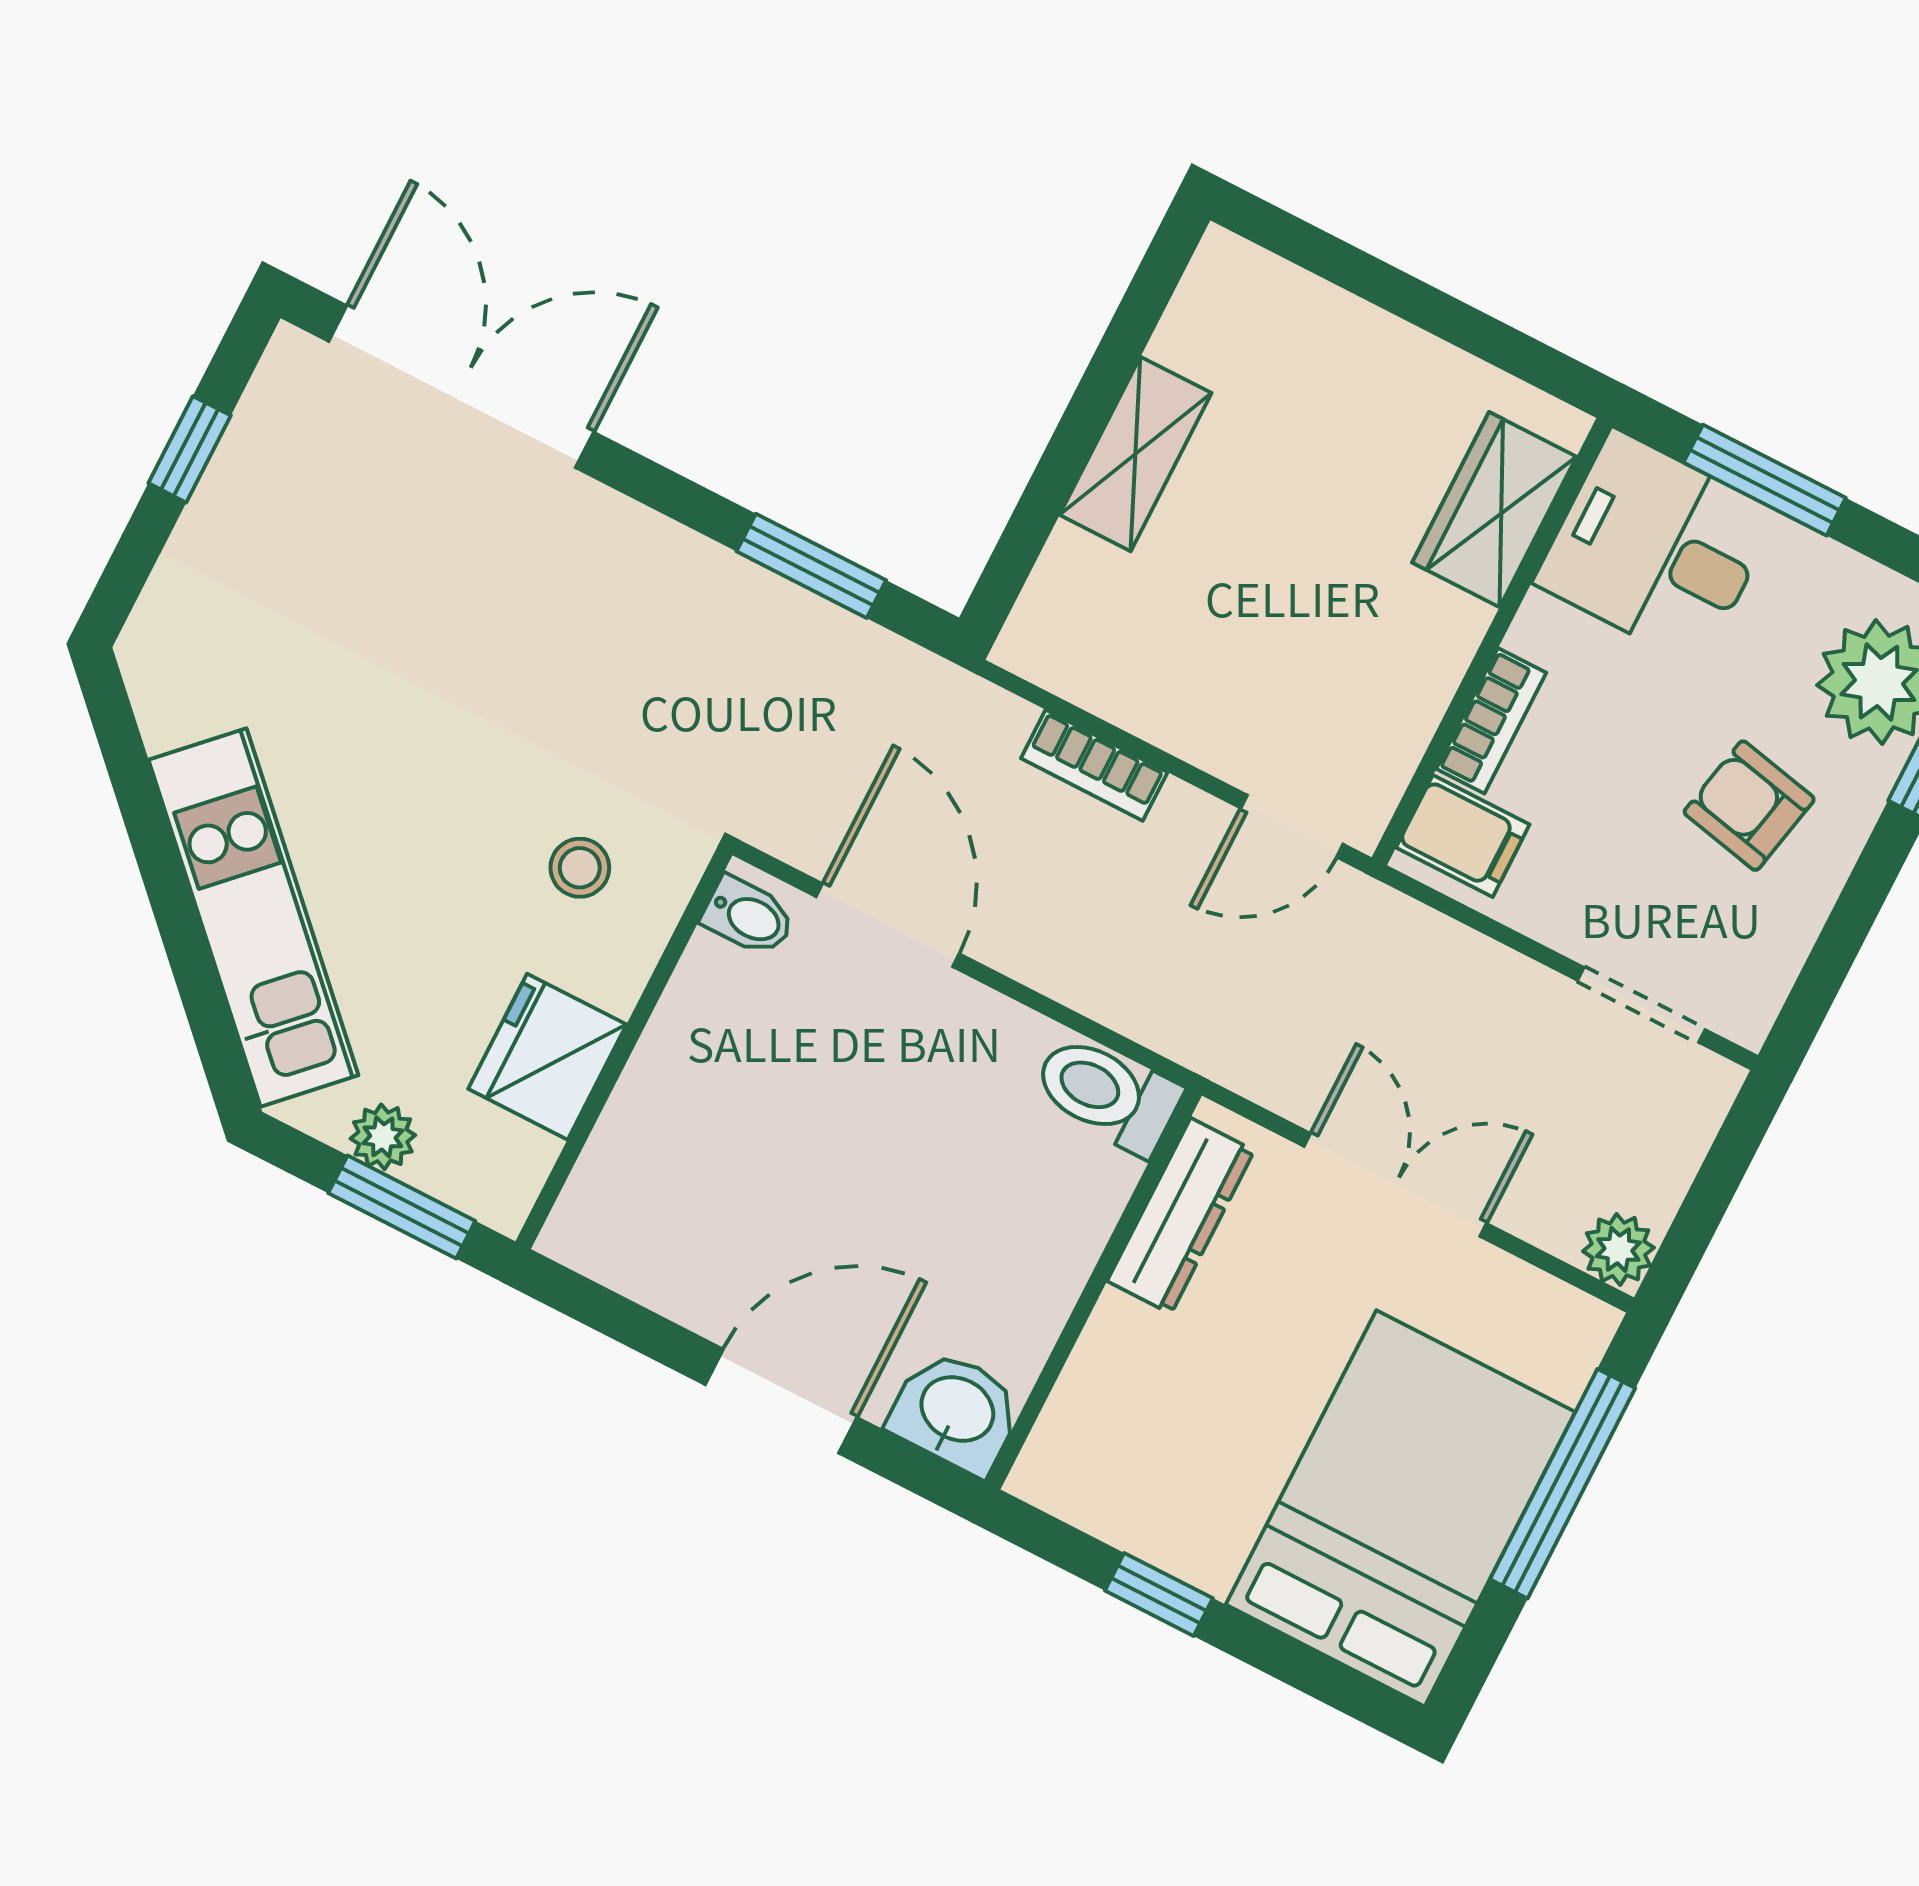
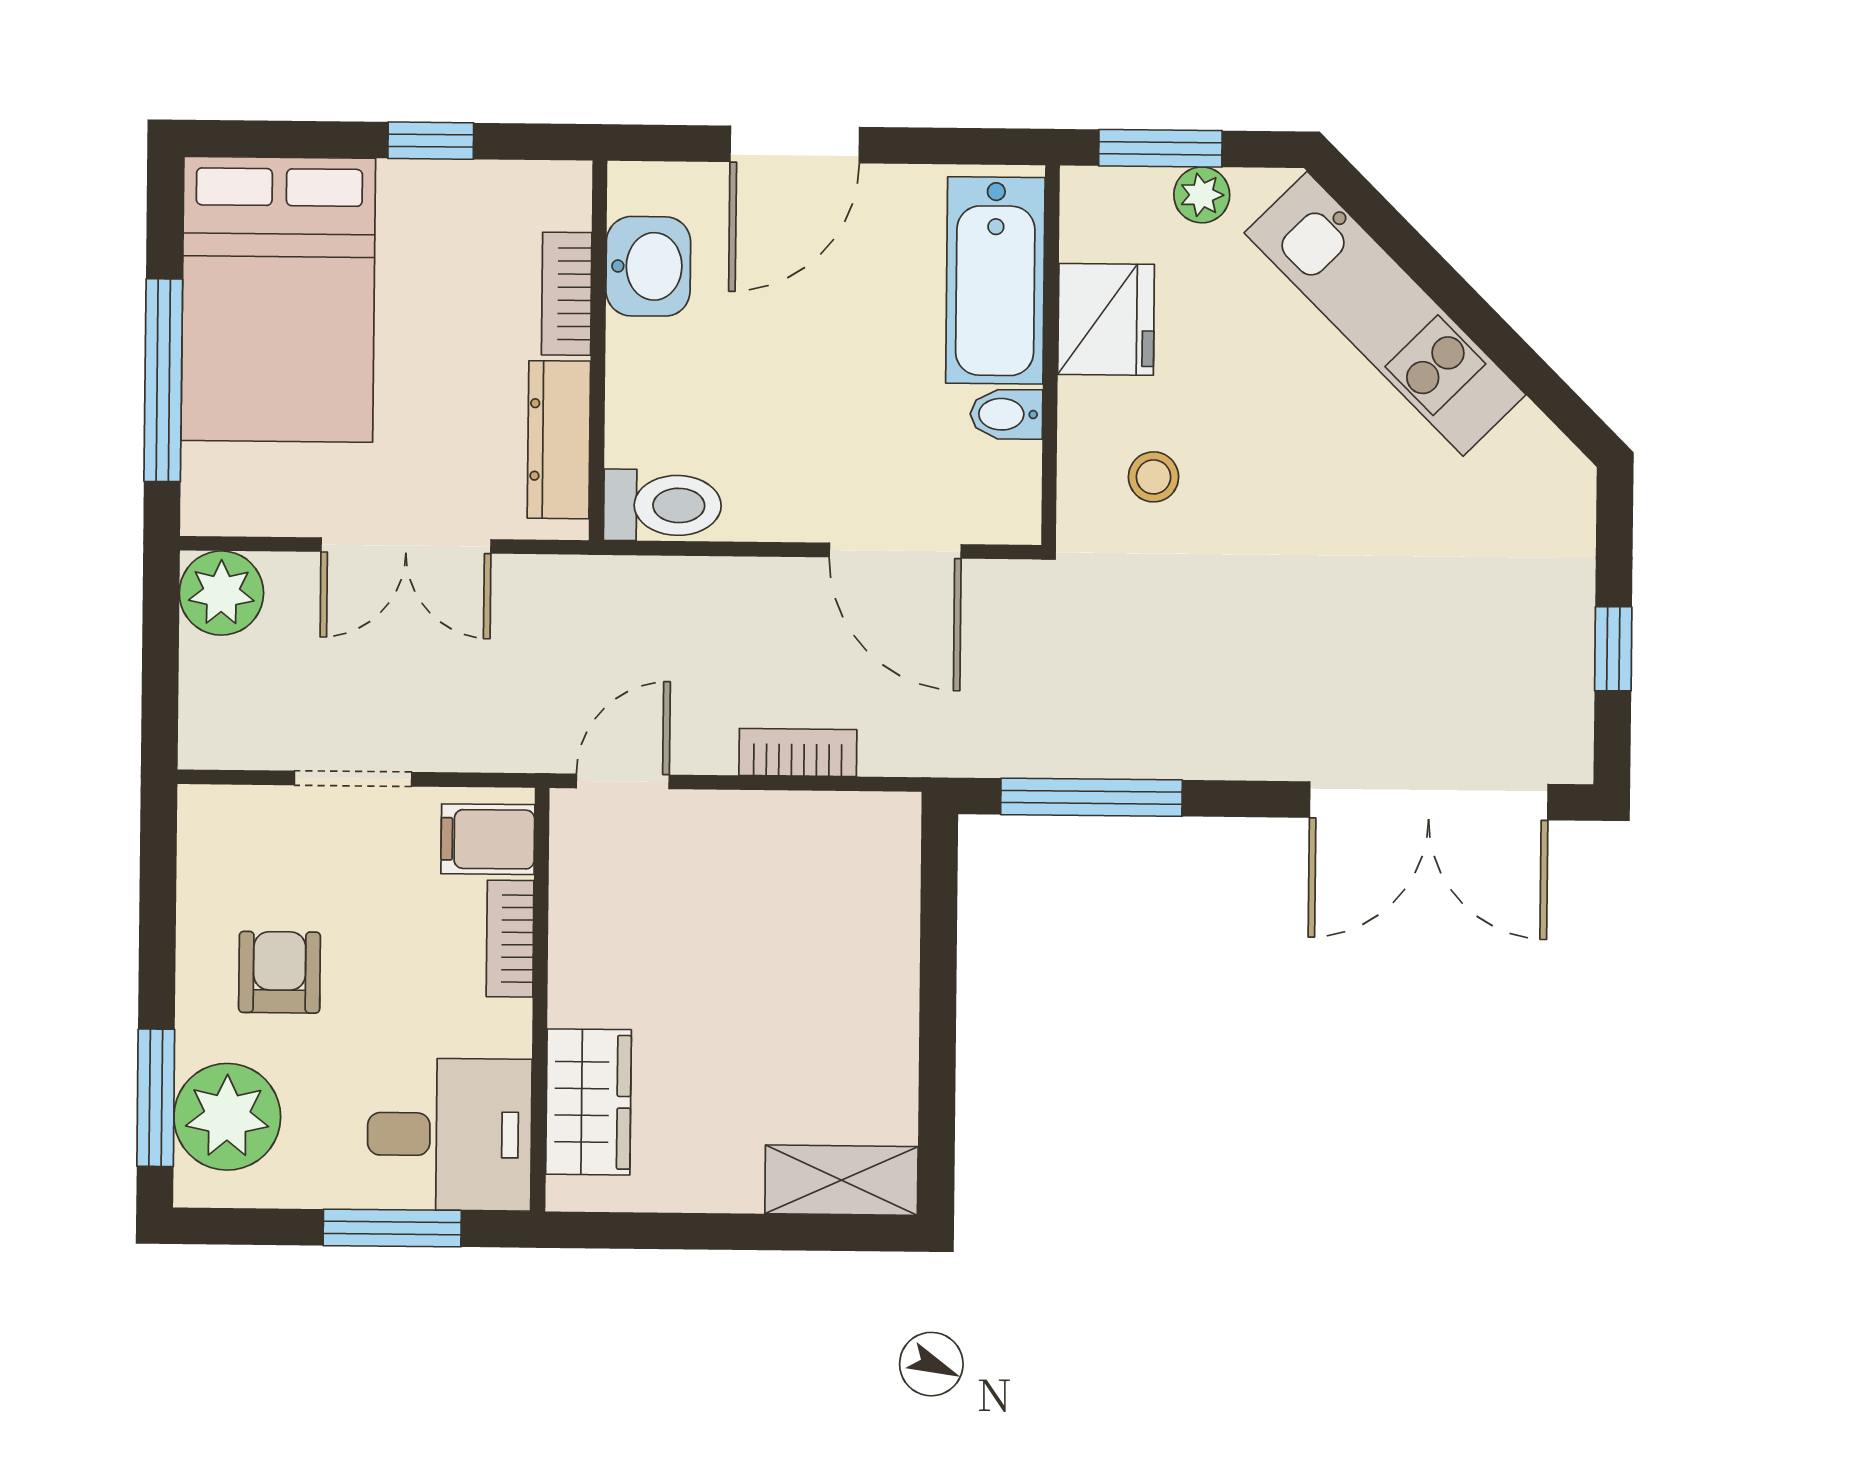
shelving: (1136, 454) -> (841, 1180), moved, turned 90
window: (811, 566) -> (1091, 797), width x1.44
armchair: (1749, 806) -> (280, 972), turned -102
bidet: (748, 916) -> (1006, 414), moved
doorway: (1641, 1005) -> (353, 779), moved
bathtub: (643, 1155) -> (995, 280), added
plant: (1618, 1249) -> (221, 593), width x1.38, depth x1.38
bookcase: (1097, 1364) -> (567, 294), added
washbasin: (956, 1412) -> (648, 266), moved, turned -90

